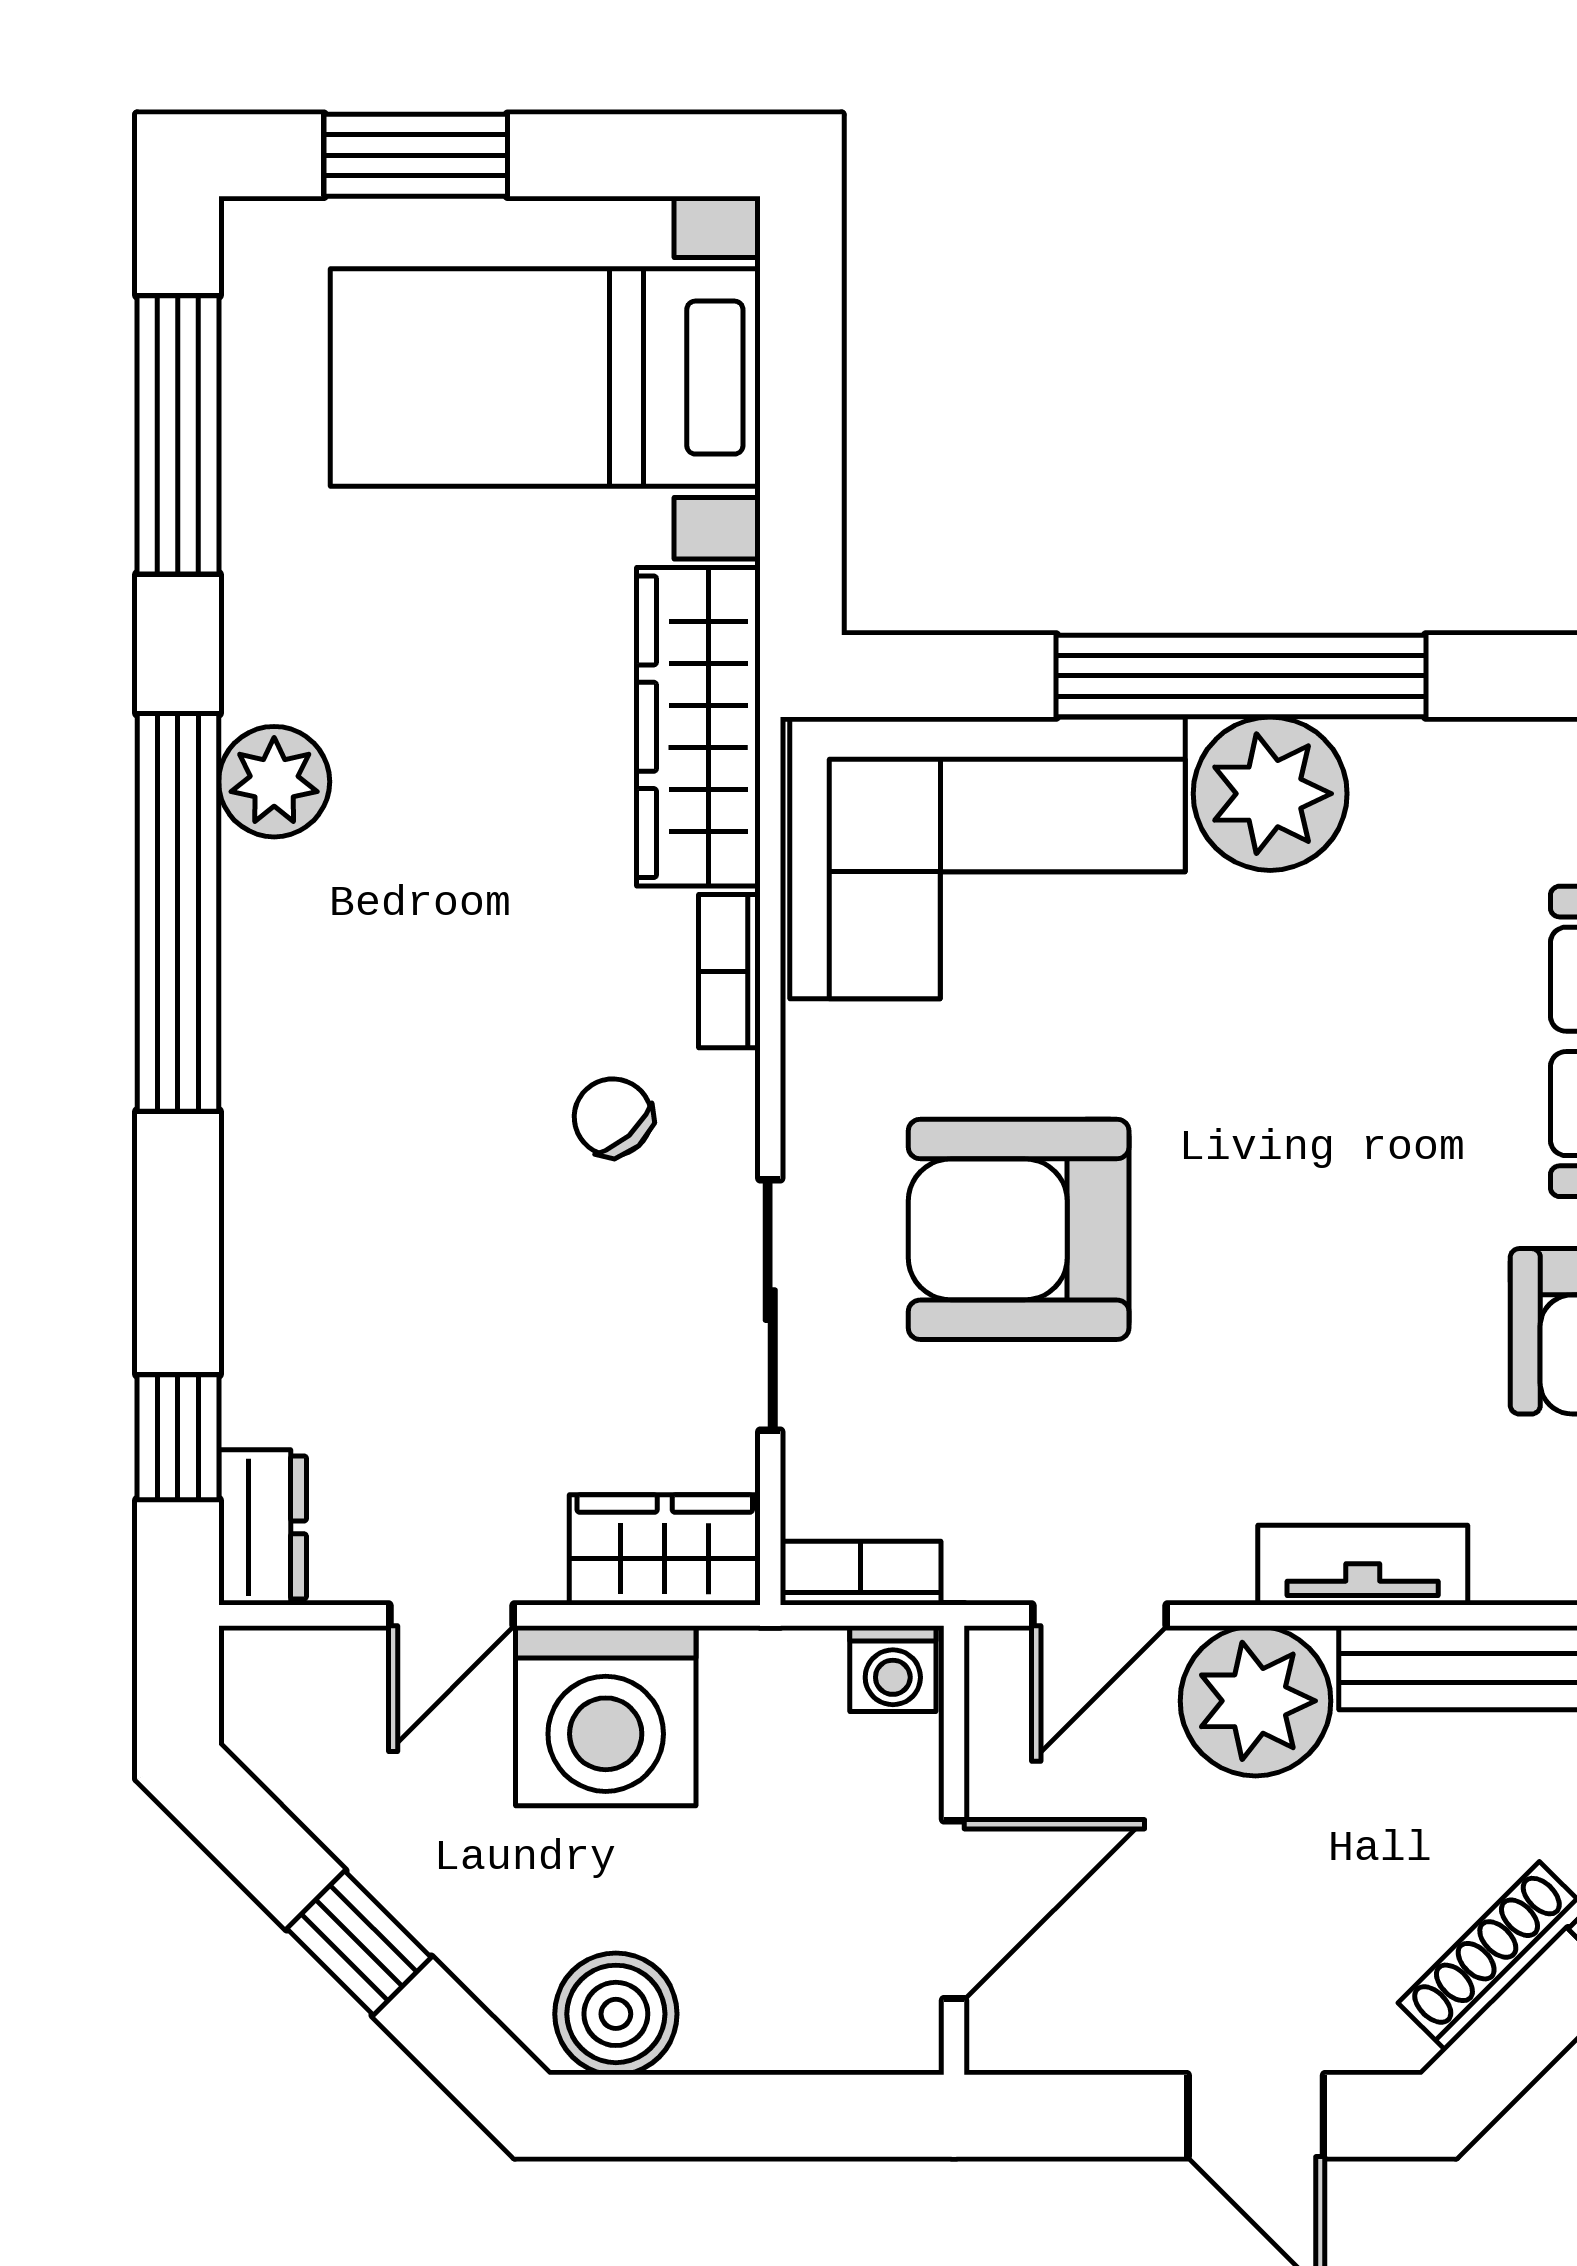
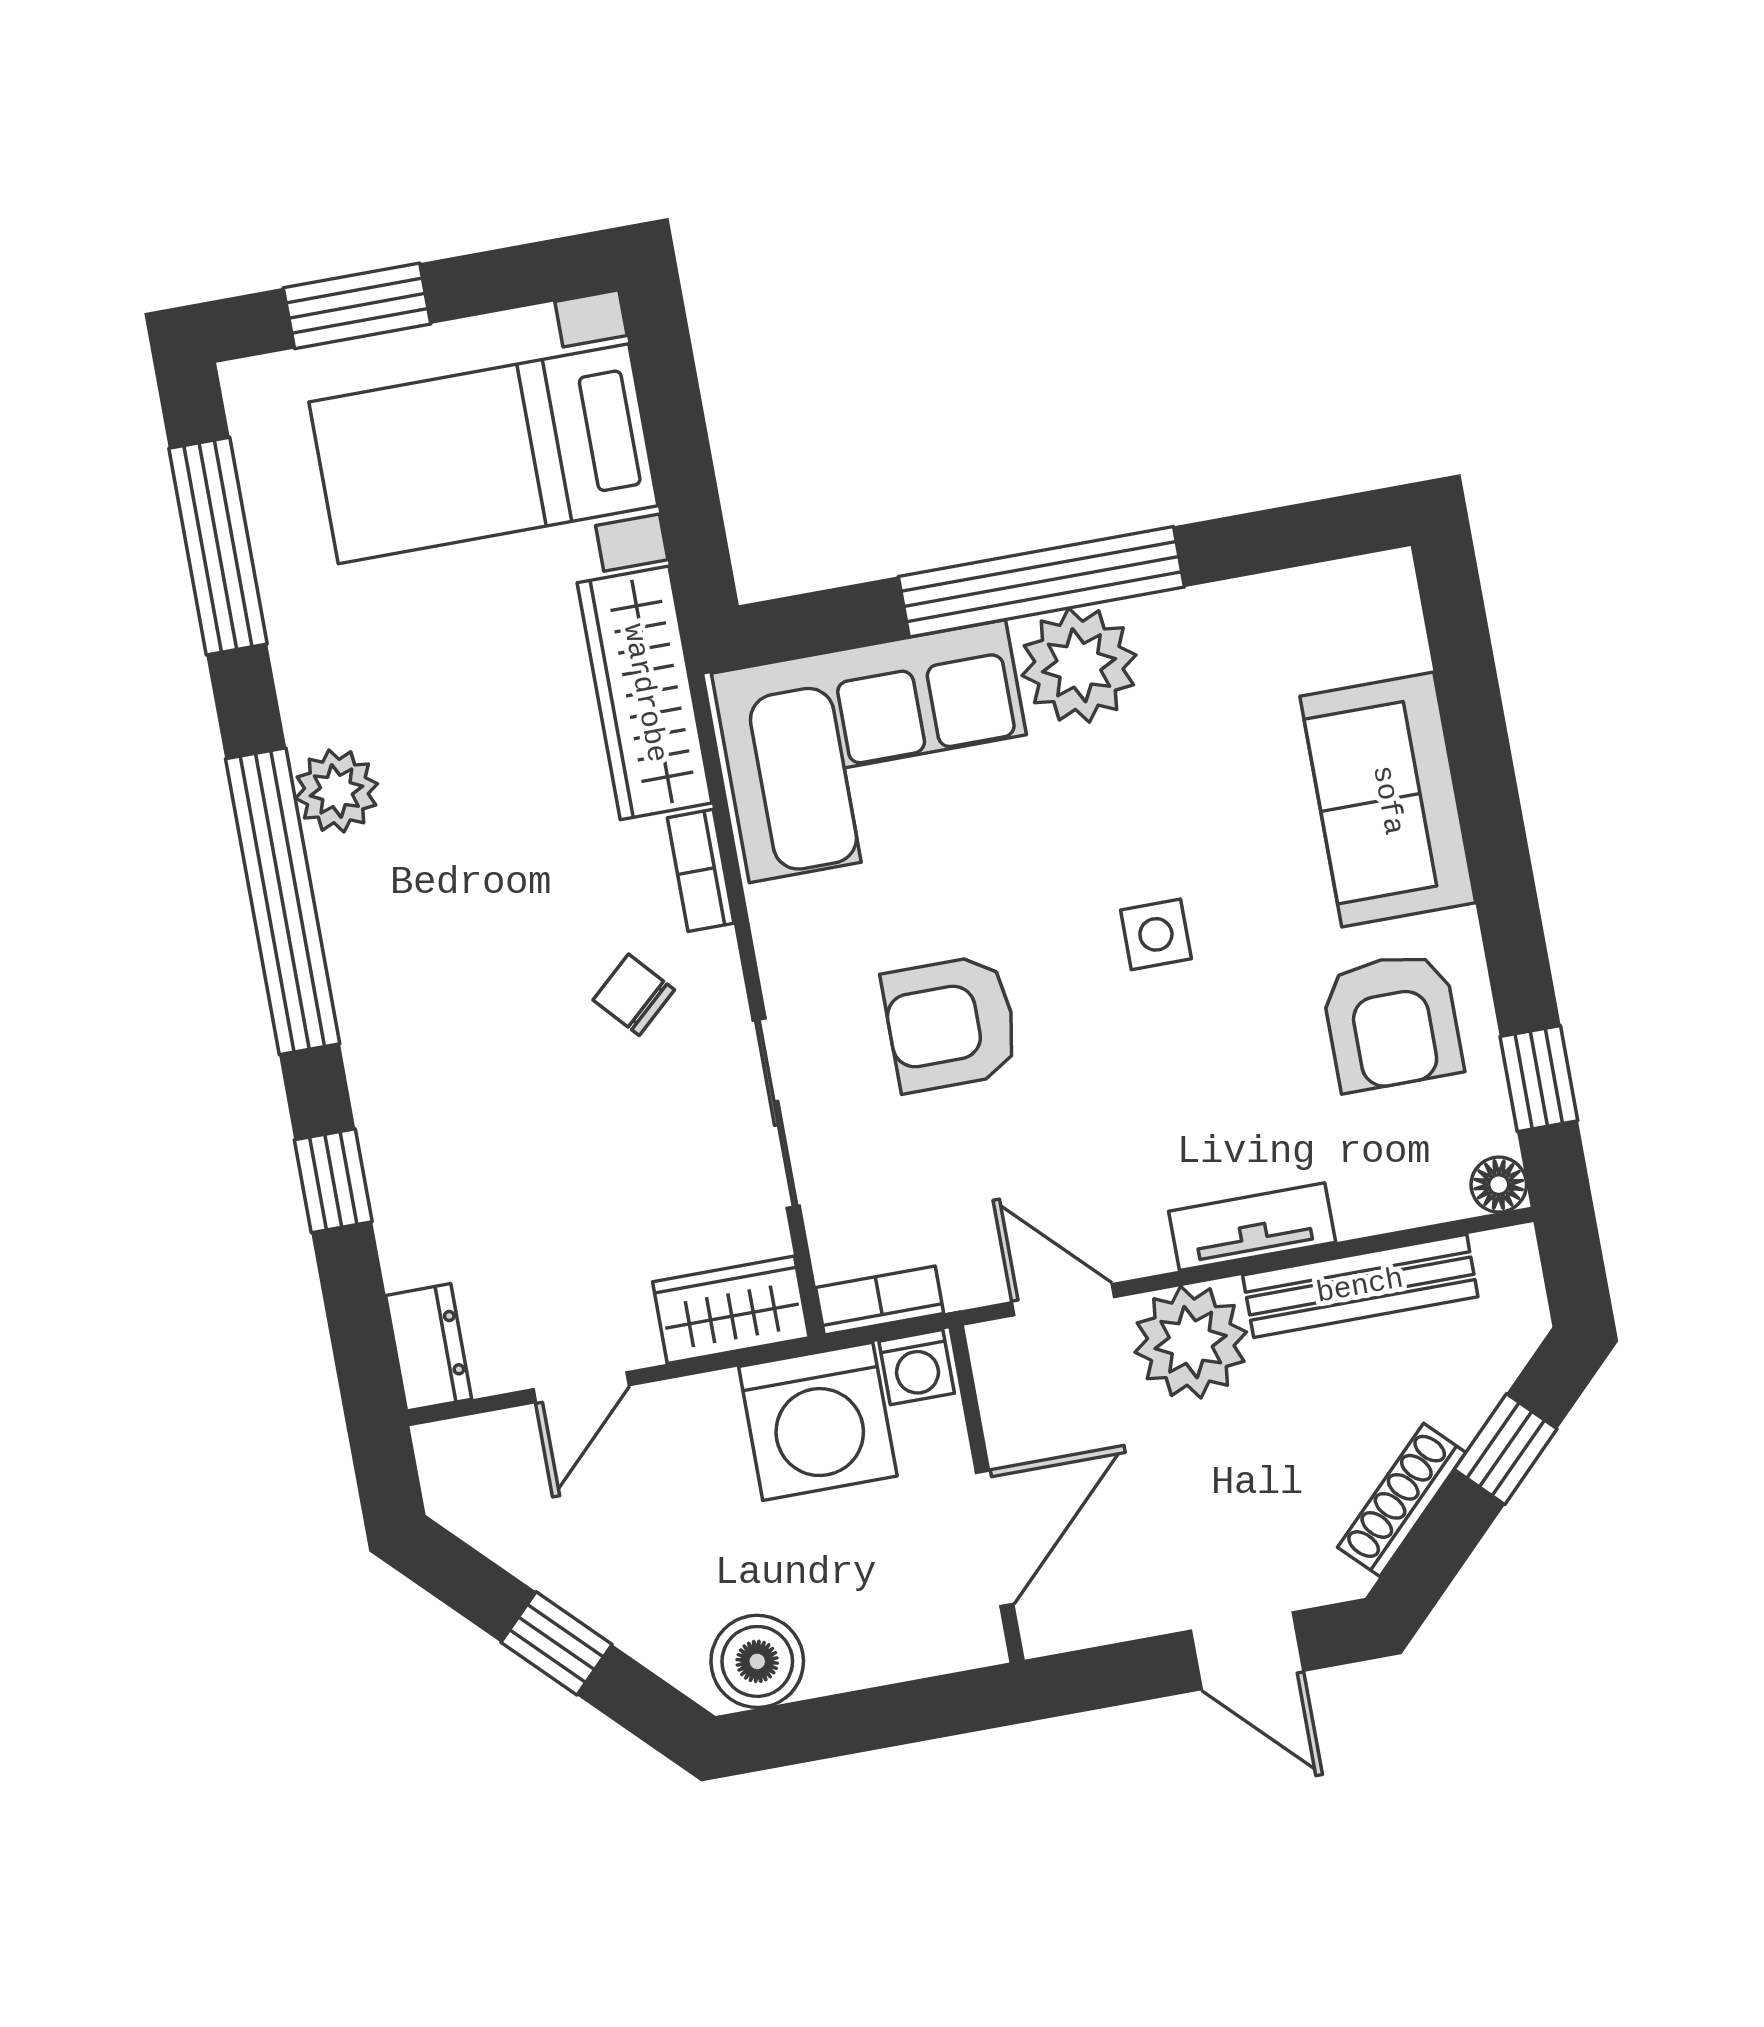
side table: (1307, 1162) -> (1156, 934), added
armchair: (1019, 1229) -> (951, 1023), width x0.73, depth x0.73
window: (178, 1437) -> (333, 1181), moved
door: (1100, 1615) -> (1063, 1300), swing flipped
washing machine: (606, 1716) -> (818, 1421), moved

